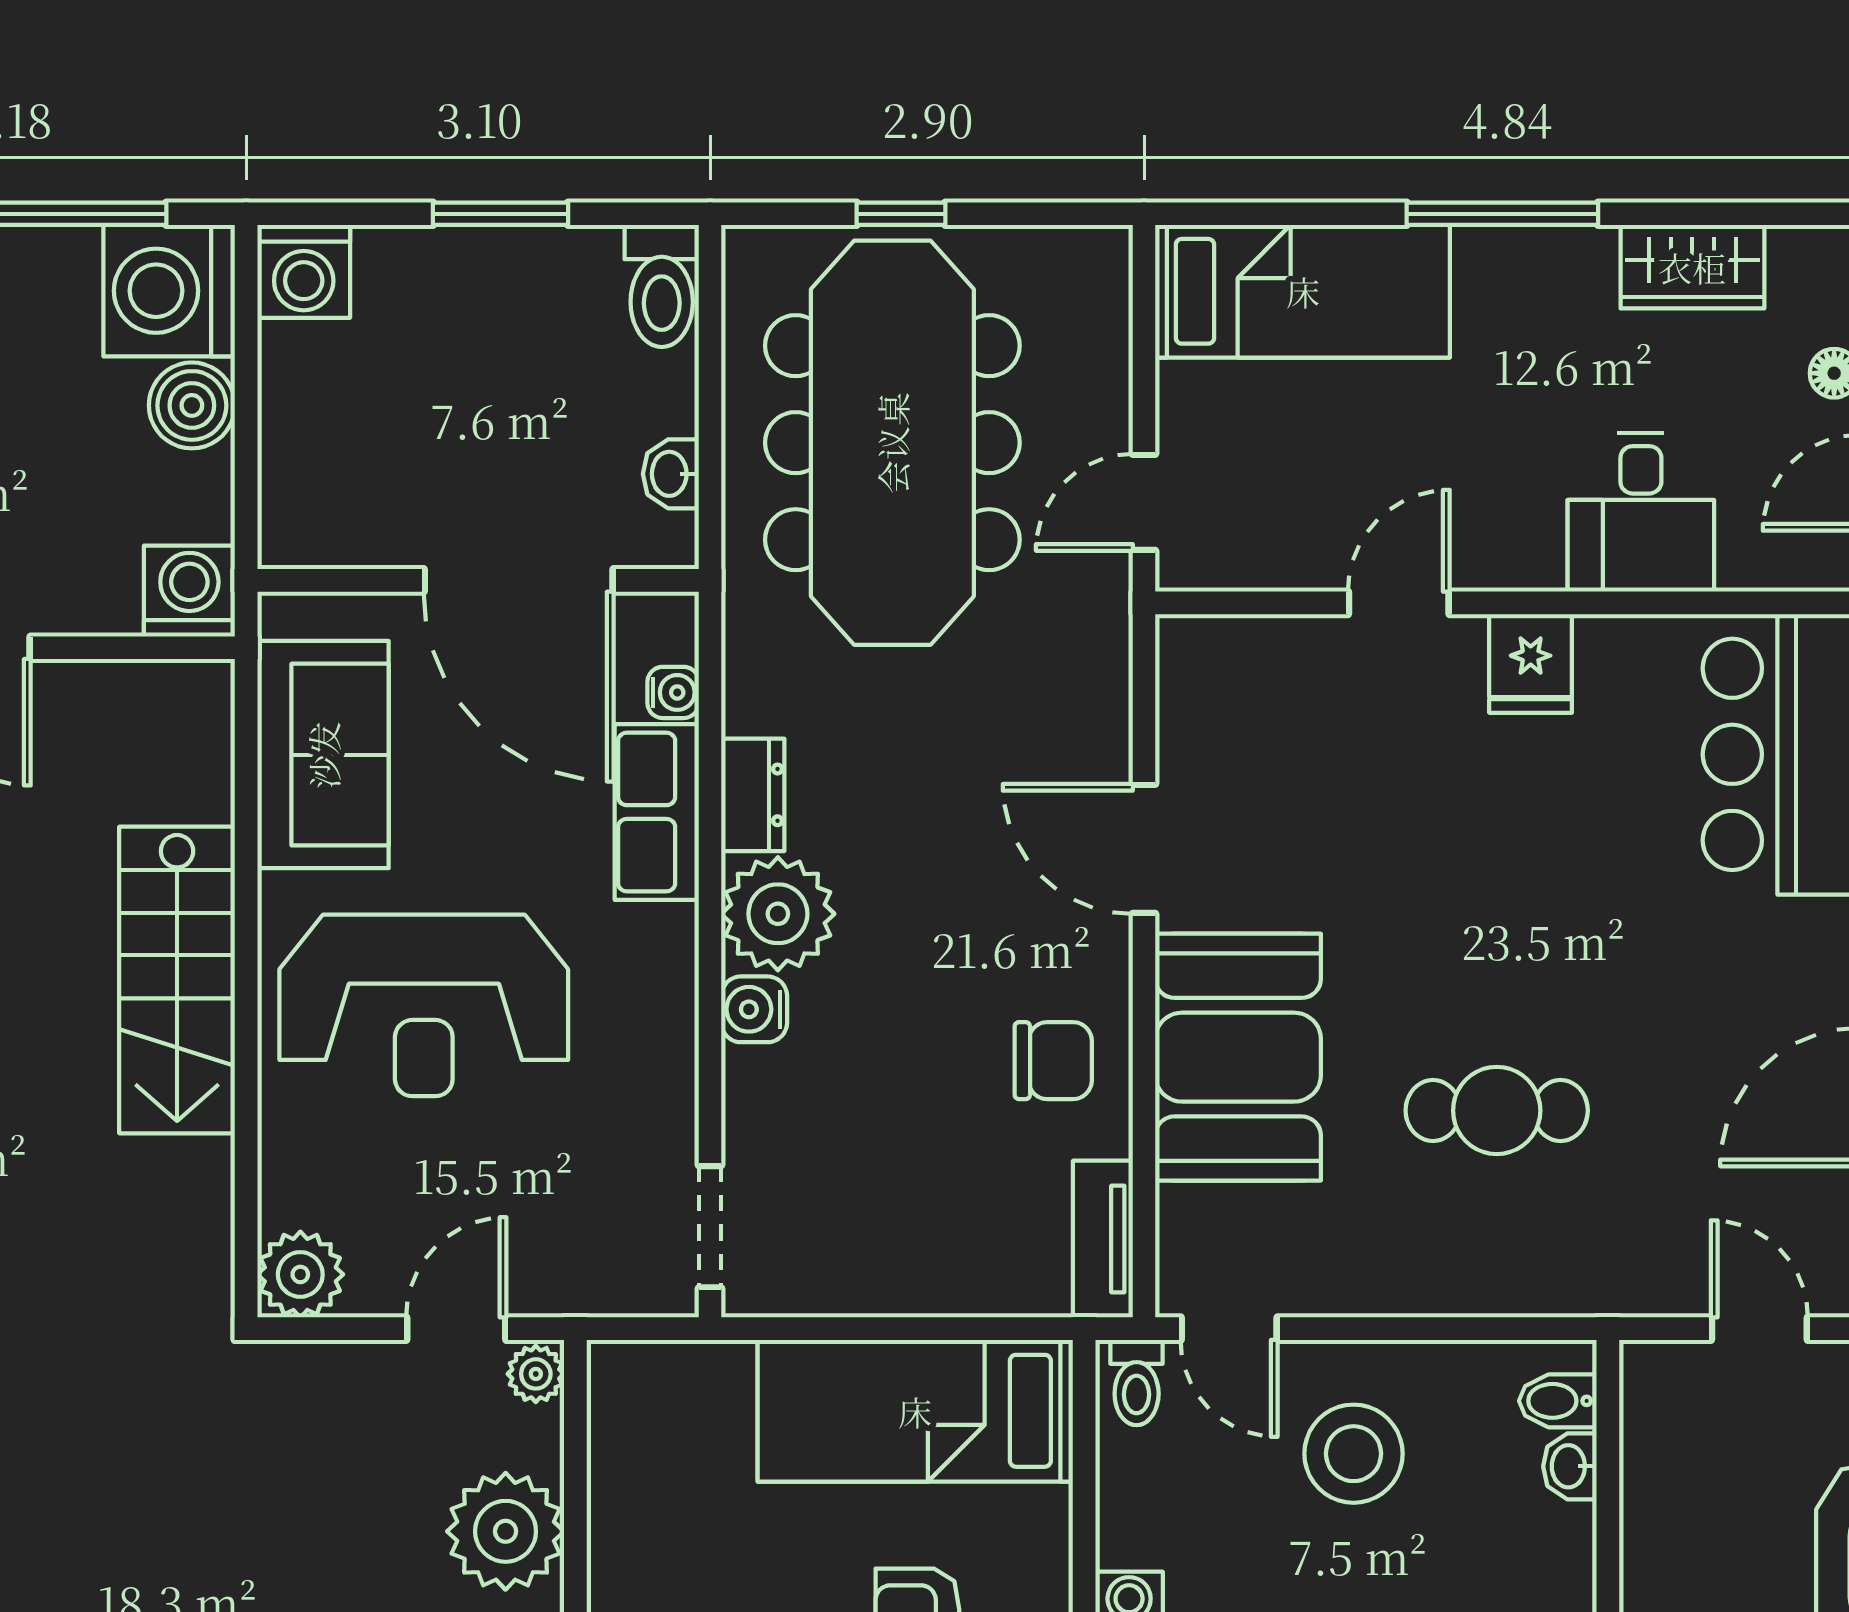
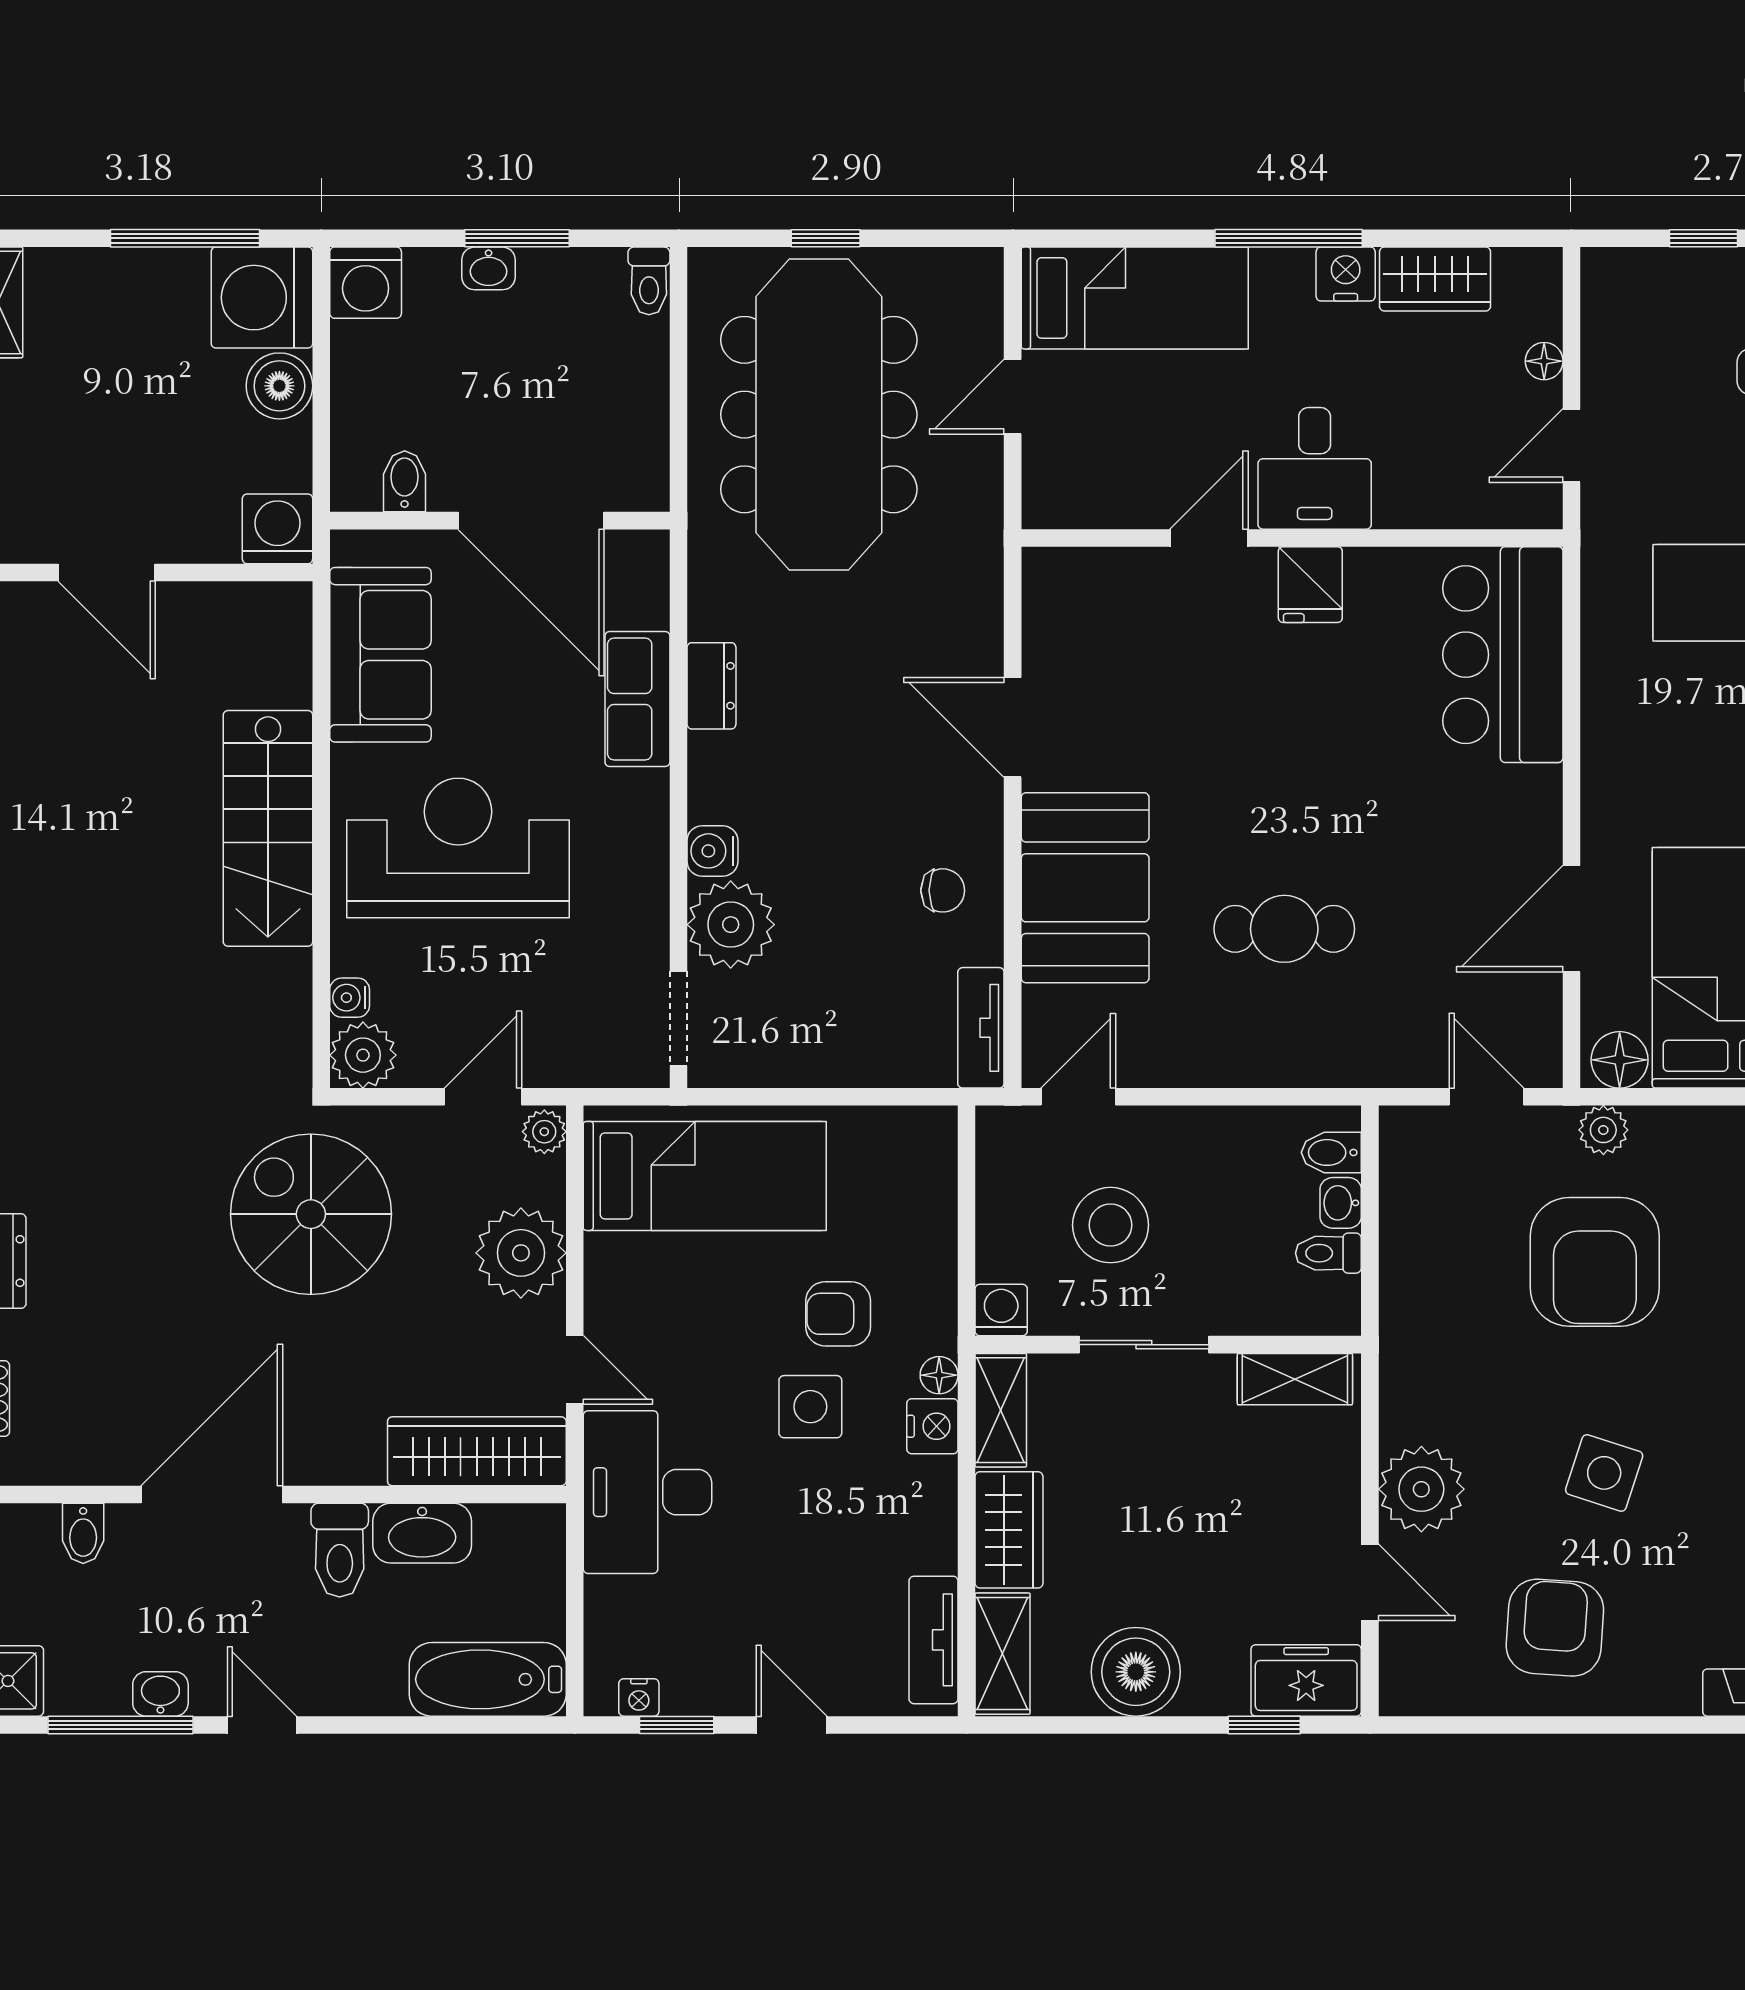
nightstand: (1576, 260) -> (1346, 274), added
toilet: (662, 286) -> (649, 281), width x0.73, depth x0.72
washbasin: (671, 474) -> (489, 268), moved, turned -90
door: (1144, 502) -> (1013, 397), moved
desk: (1641, 513) -> (1315, 468), moved
bidet: (354, 529) -> (405, 481), added
water cooler: (673, 692) -> (350, 998), moved, turned 180
plant: (778, 914) -> (731, 925), moved
reception desk: (424, 1005) -> (458, 848), turned 180
chair: (1053, 1061) -> (943, 890), width x0.73, depth x0.73
door: (1229, 1329) -> (1078, 1097), swing flipped
toilet: (1137, 1383) -> (1328, 1253), moved, turned 90
bed: (915, 1411) -> (705, 1176), moved, turned 180
stool: (1354, 1454) -> (1111, 1225), moved
spiral stairs: (233, 1481) -> (311, 1214), added

